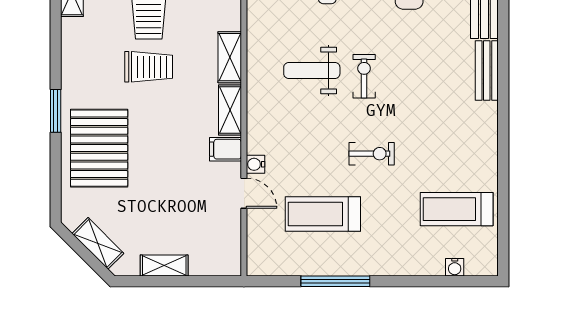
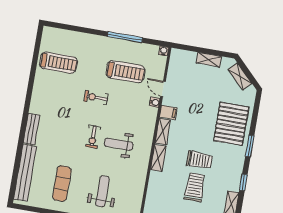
window: (56, 38) -> (243, 182), added
trolley: (149, 67) -> (200, 160), turned 180
weight bench: (312, 70) -> (119, 144), turned 180
water cooler: (455, 267) -> (164, 51), moved

